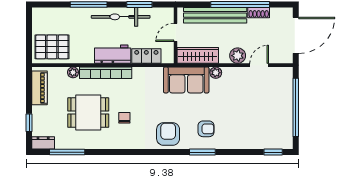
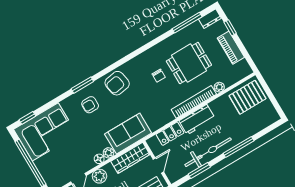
floor lamp: (228, 72) -> (99, 159), added
piano: (40, 88) -> (231, 48), moved
corner sofa: (264, 129) -> (45, 132), added
armchair: (168, 134) -> (117, 83), turned 80

